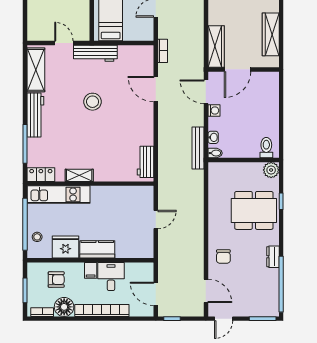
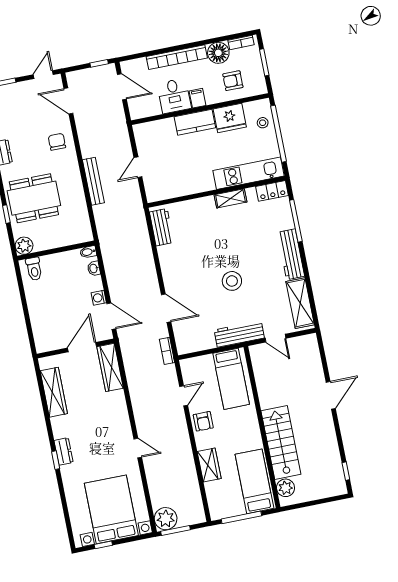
bench: (198, 148) -> (93, 181), moved

